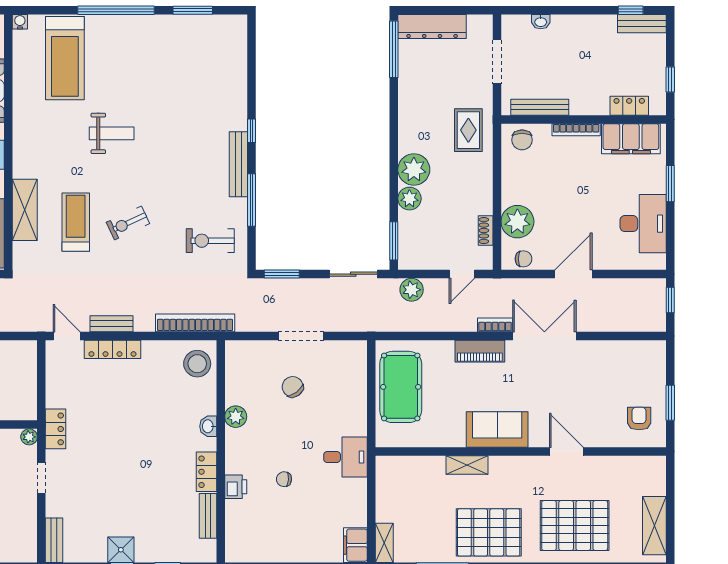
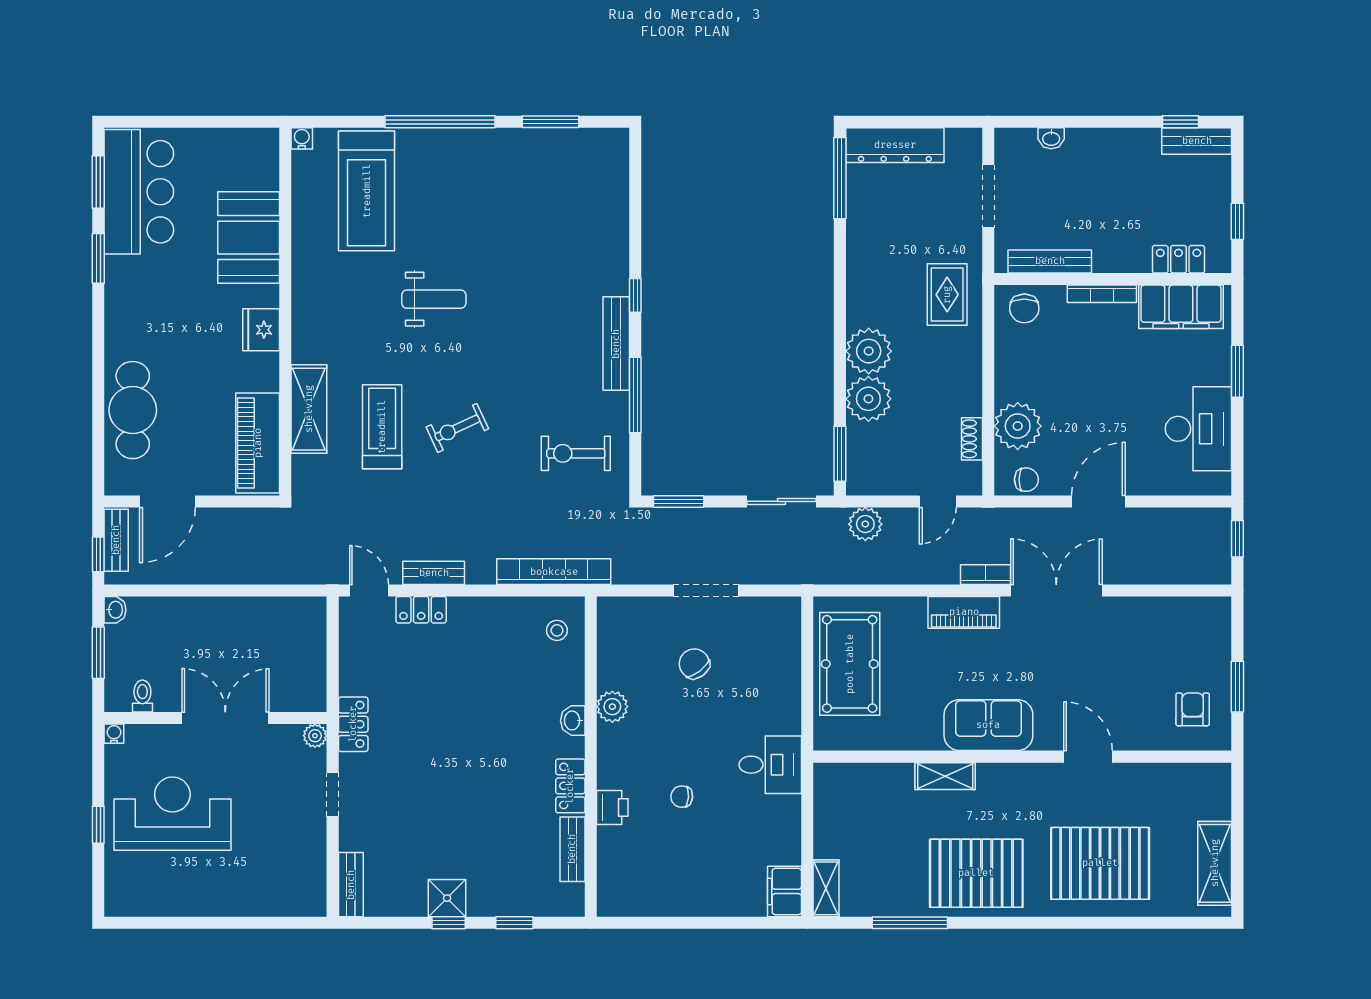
plant: (409, 199) -> (868, 399), width x1.36, depth x1.36
locker: (112, 349) -> (421, 610), width x0.66
stool: (197, 364) -> (557, 630), width x0.53, depth x0.53

